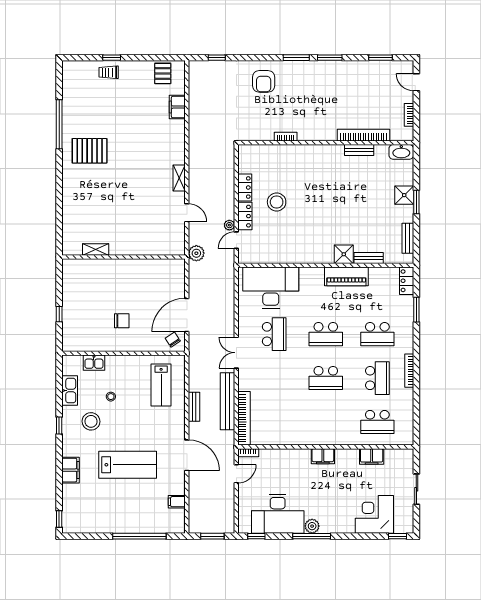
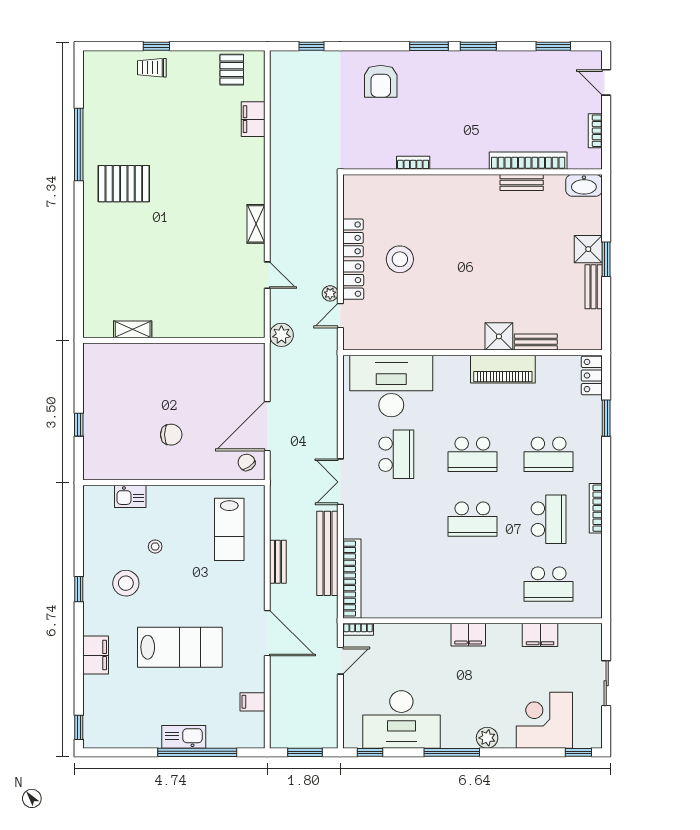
bench: (408, 238) -> (594, 287), moved
kitchen sink: (70, 391) -> (184, 737), moved, turned -90
plant: (312, 526) -> (487, 738), moved

